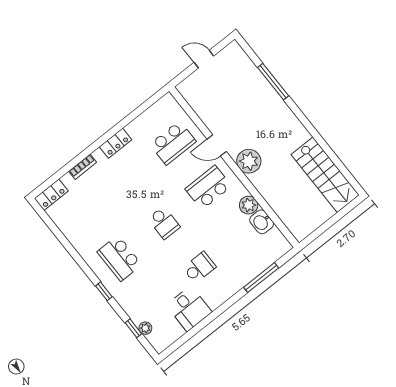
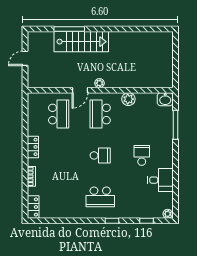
plant: (249, 161) -> (99, 83), width x0.53, depth x0.53
stairs: (325, 175) -> (81, 42), moved
washbasin: (262, 222) -> (165, 99), moved
plant: (145, 328) -> (168, 214), moved

